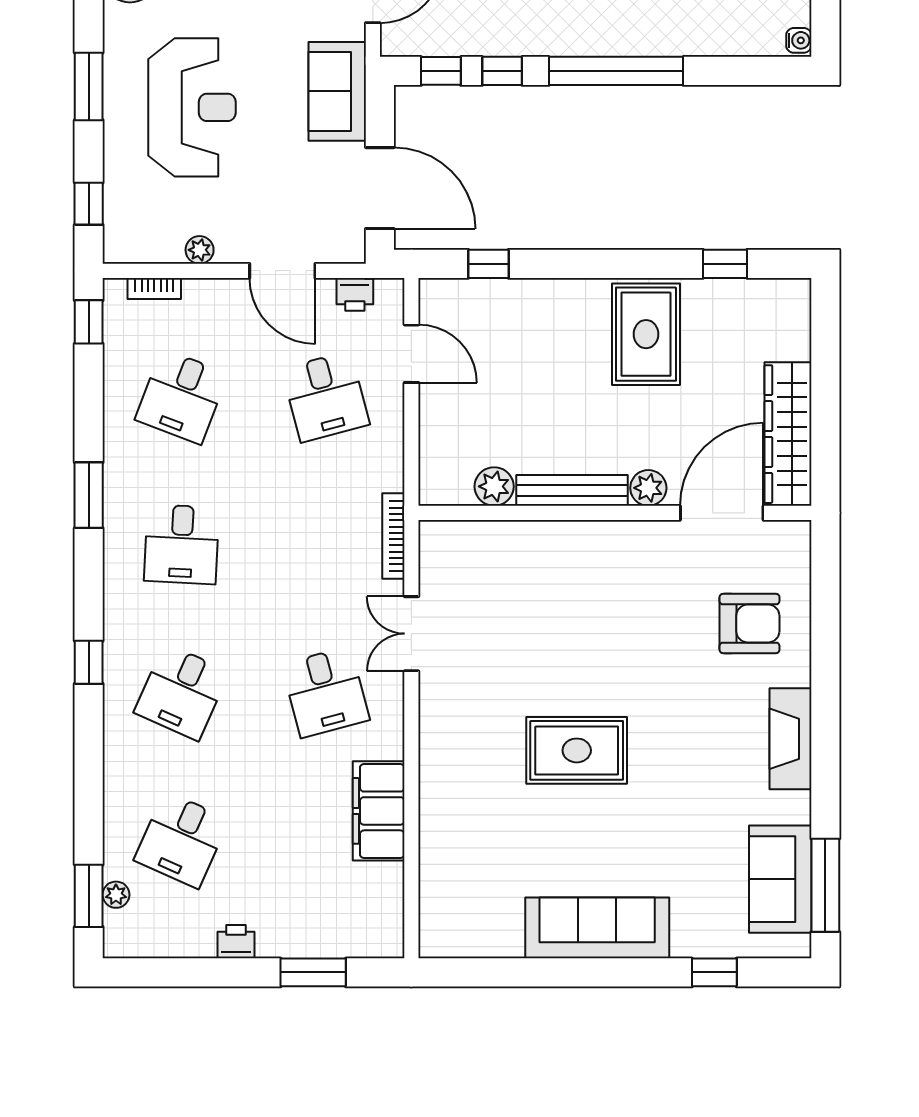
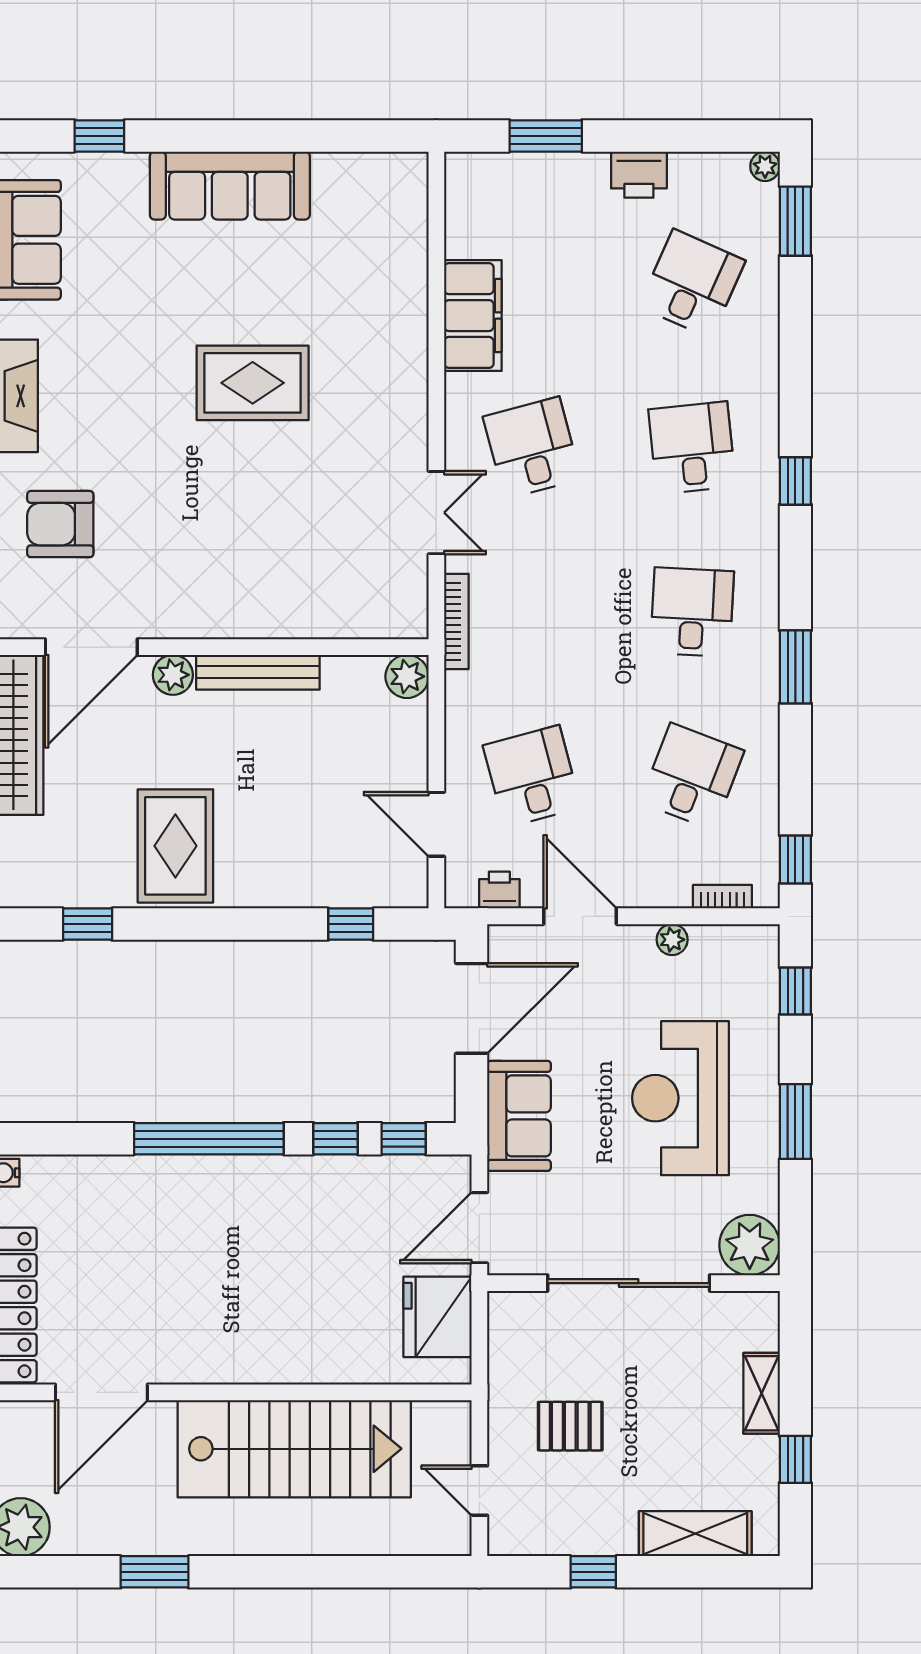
door: (380, 188) -> (472, 1008), swing flipped
plant: (494, 486) -> (407, 676), moved
desk: (182, 692) -> (692, 448), turned -30
plant: (116, 895) -> (765, 166), moved
printer: (236, 942) -> (639, 175), width x1.36, depth x1.24

